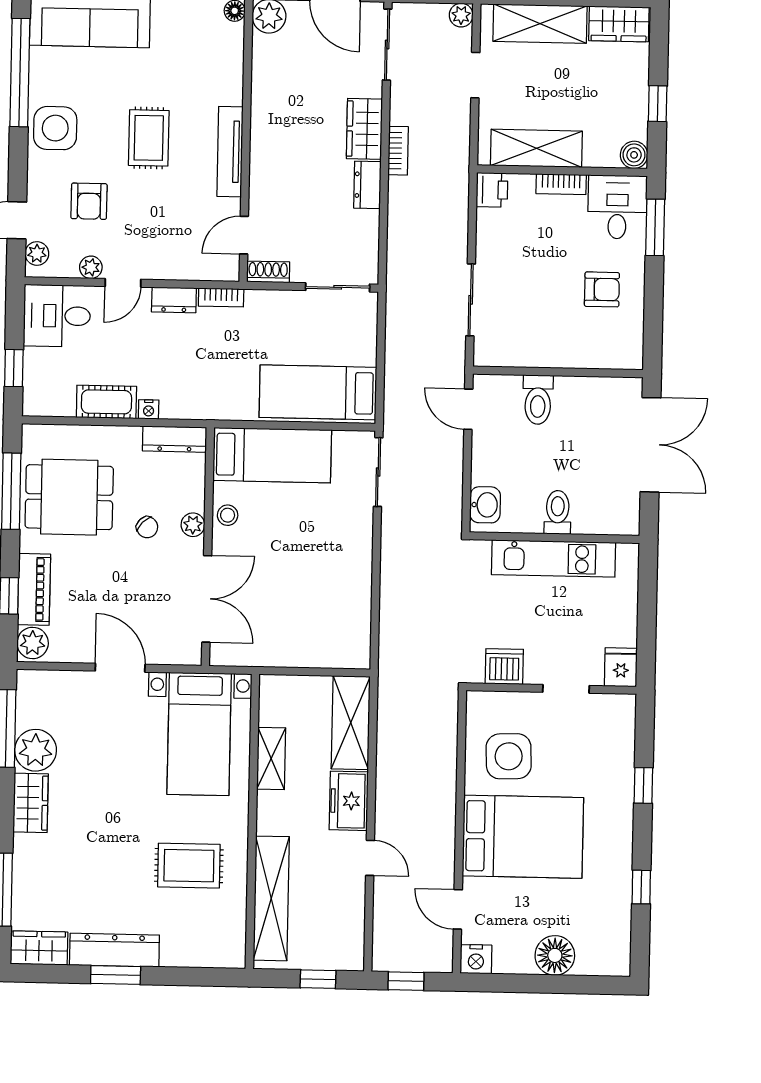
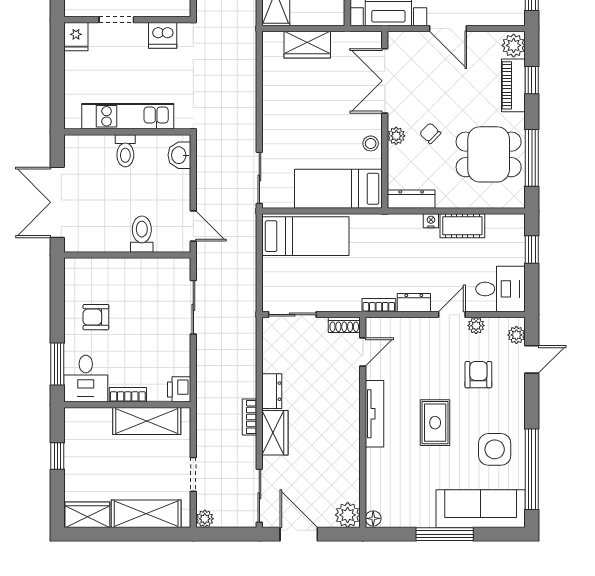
side table: (55, 128) -> (495, 449), moved
boiler: (634, 155) -> (74, 418), removed
wardrobe: (310, 650) -> (307, 45), added

